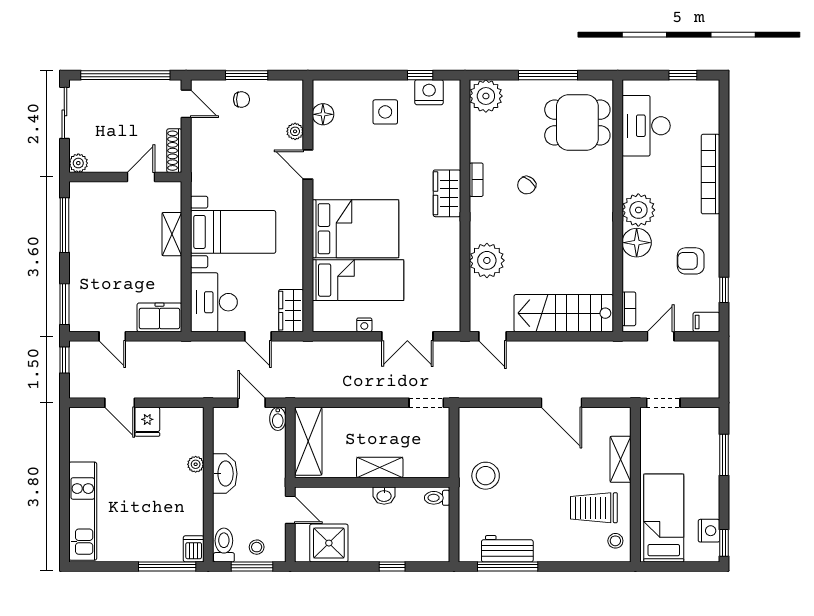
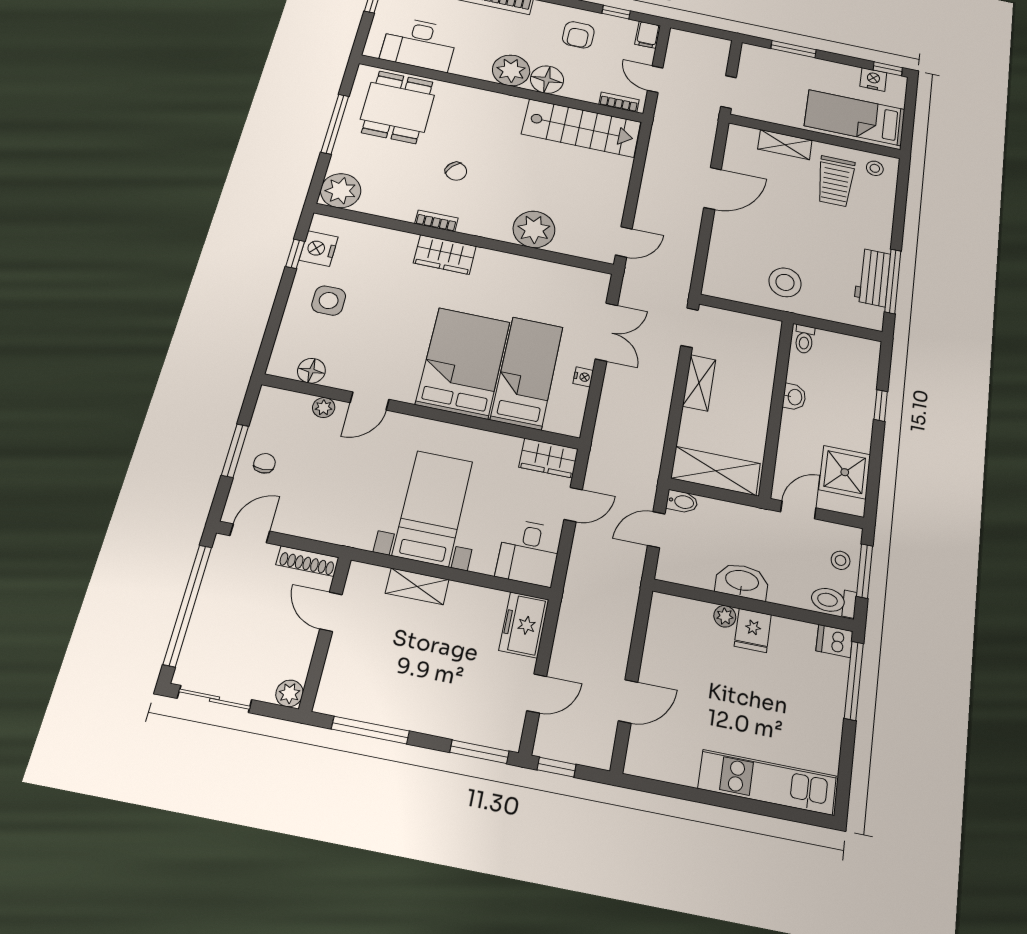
desk: (214, 302) -> (529, 553), width x0.73
stairs: (564, 313) -> (581, 128), moved, turned -90
fridge: (147, 422) -> (753, 630), moved, turned 90
shelving: (380, 468) -> (699, 383), moved

